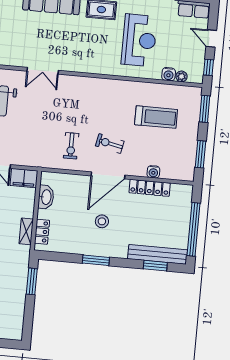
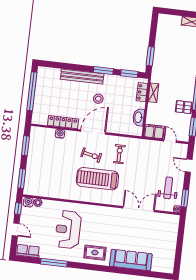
double door: (43, 71) -> (139, 209), width x1.37
water cooler: (169, 74) -> (28, 202), moved
treadmill: (156, 117) -> (97, 179), moved, width x1.37, depth x1.38
bench: (157, 254) -> (82, 76), moved
window: (155, 266) -> (129, 74), moved

